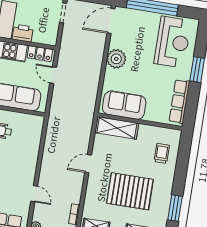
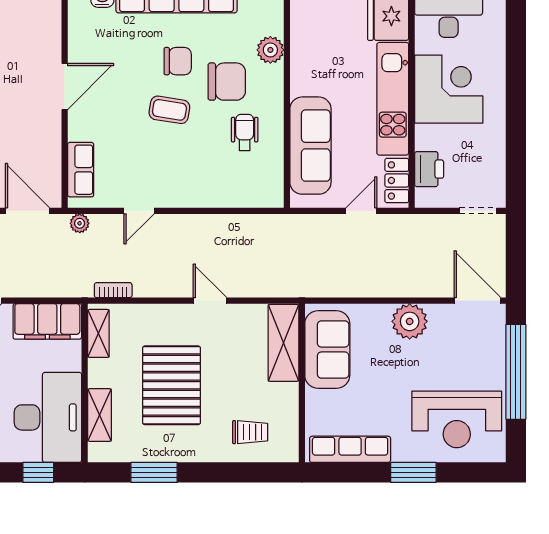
printer: (23, 33) -> (429, 169), moved

